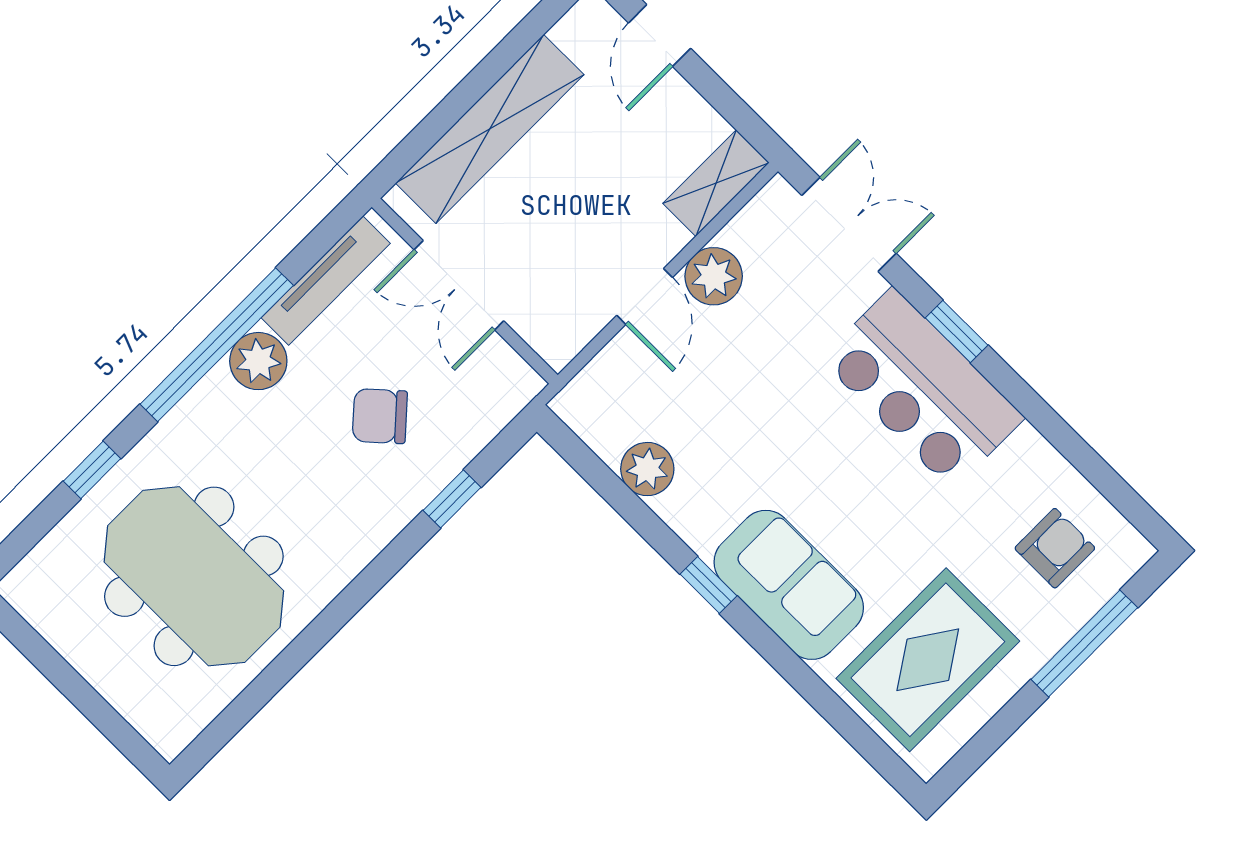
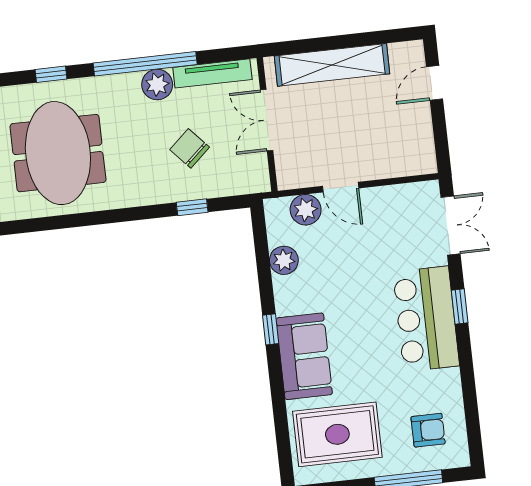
shelving: (716, 183) -> (409, 164), removed
plant: (714, 276) -> (306, 210), moved
door: (645, 296) -> (341, 187), hinge flipped

